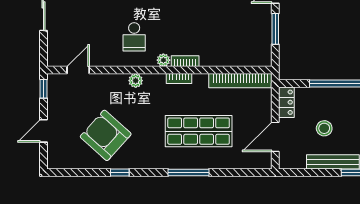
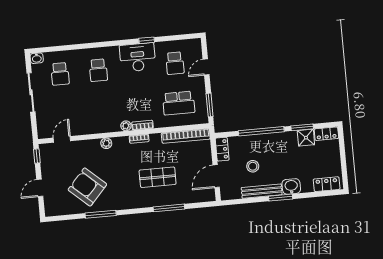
window: (275, 29) -> (210, 105), moved
school desk: (134, 37) -> (179, 103), moved, width x1.85
shop shelf: (199, 131) -> (158, 177), width x0.70, depth x0.74
window: (120, 173) -> (101, 214), width x2.17
window: (189, 173) -> (169, 208), moved

